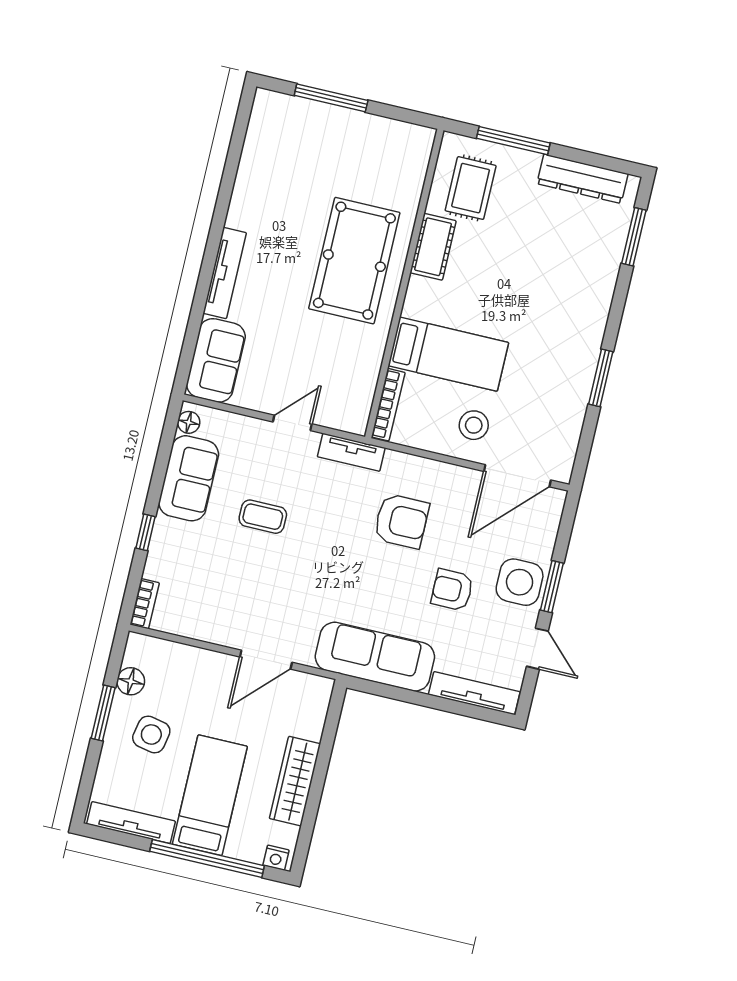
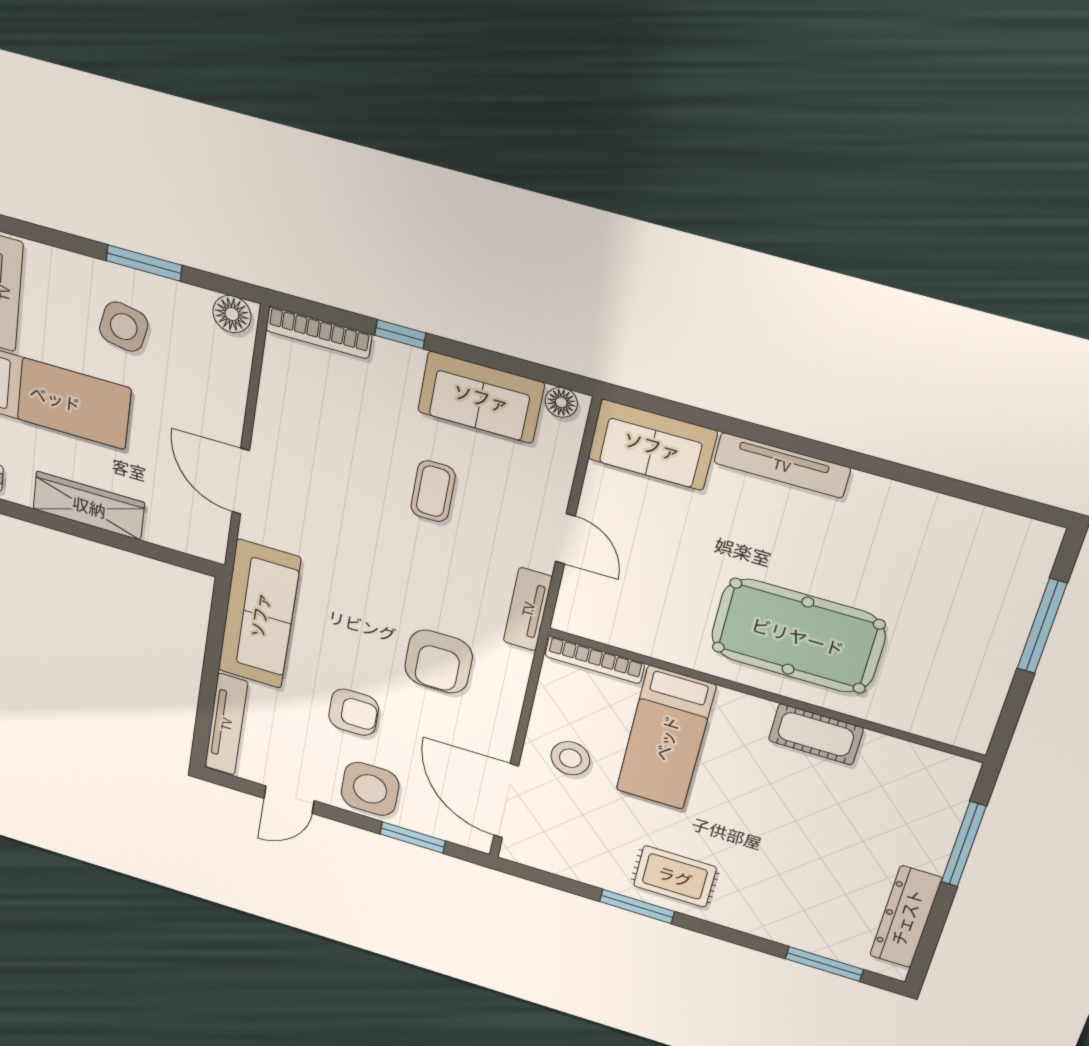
rug: (471, 188) -> (675, 876), moved
window: (552, 587) -> (413, 838), moved
armchair: (452, 590) -> (354, 712), turned 90
bookcase: (145, 604) -> (319, 333), width x1.56
floor lamp: (131, 681) -> (232, 314), moved

